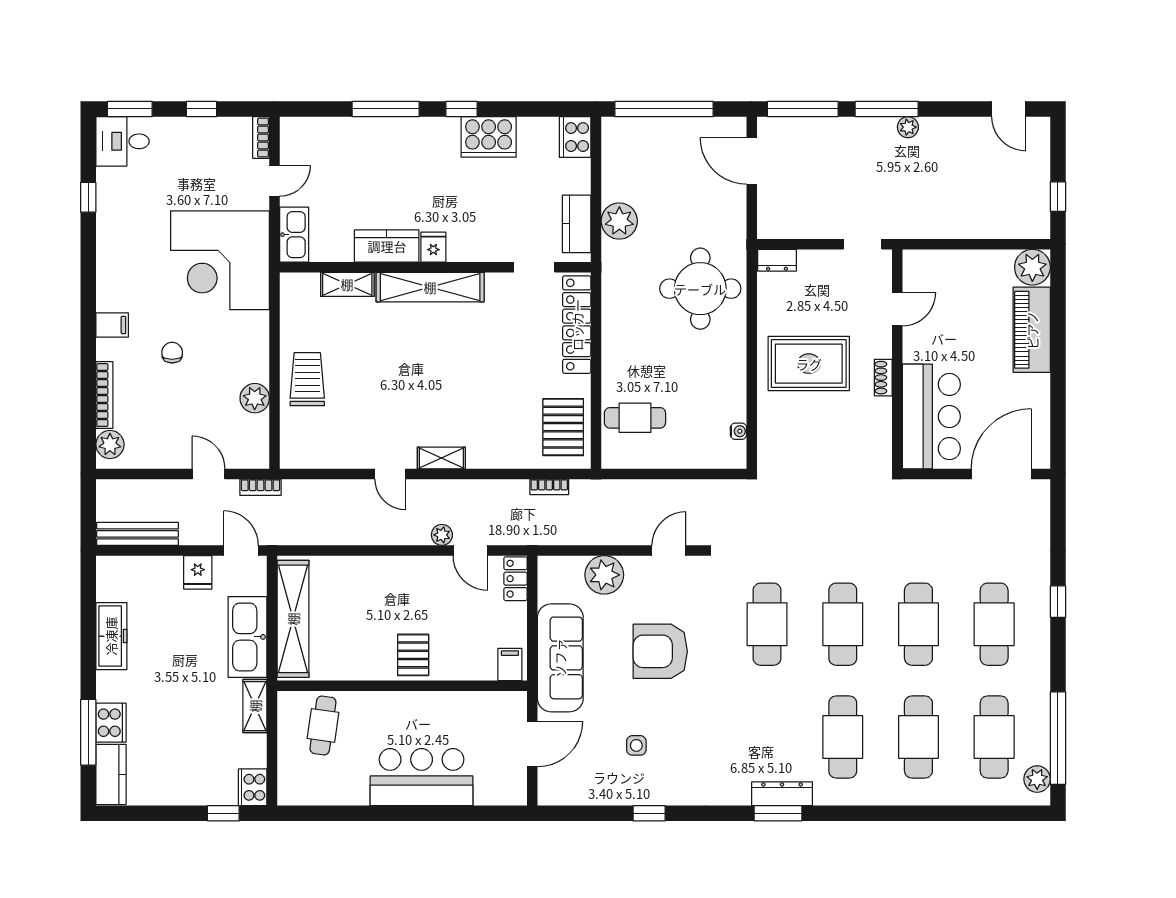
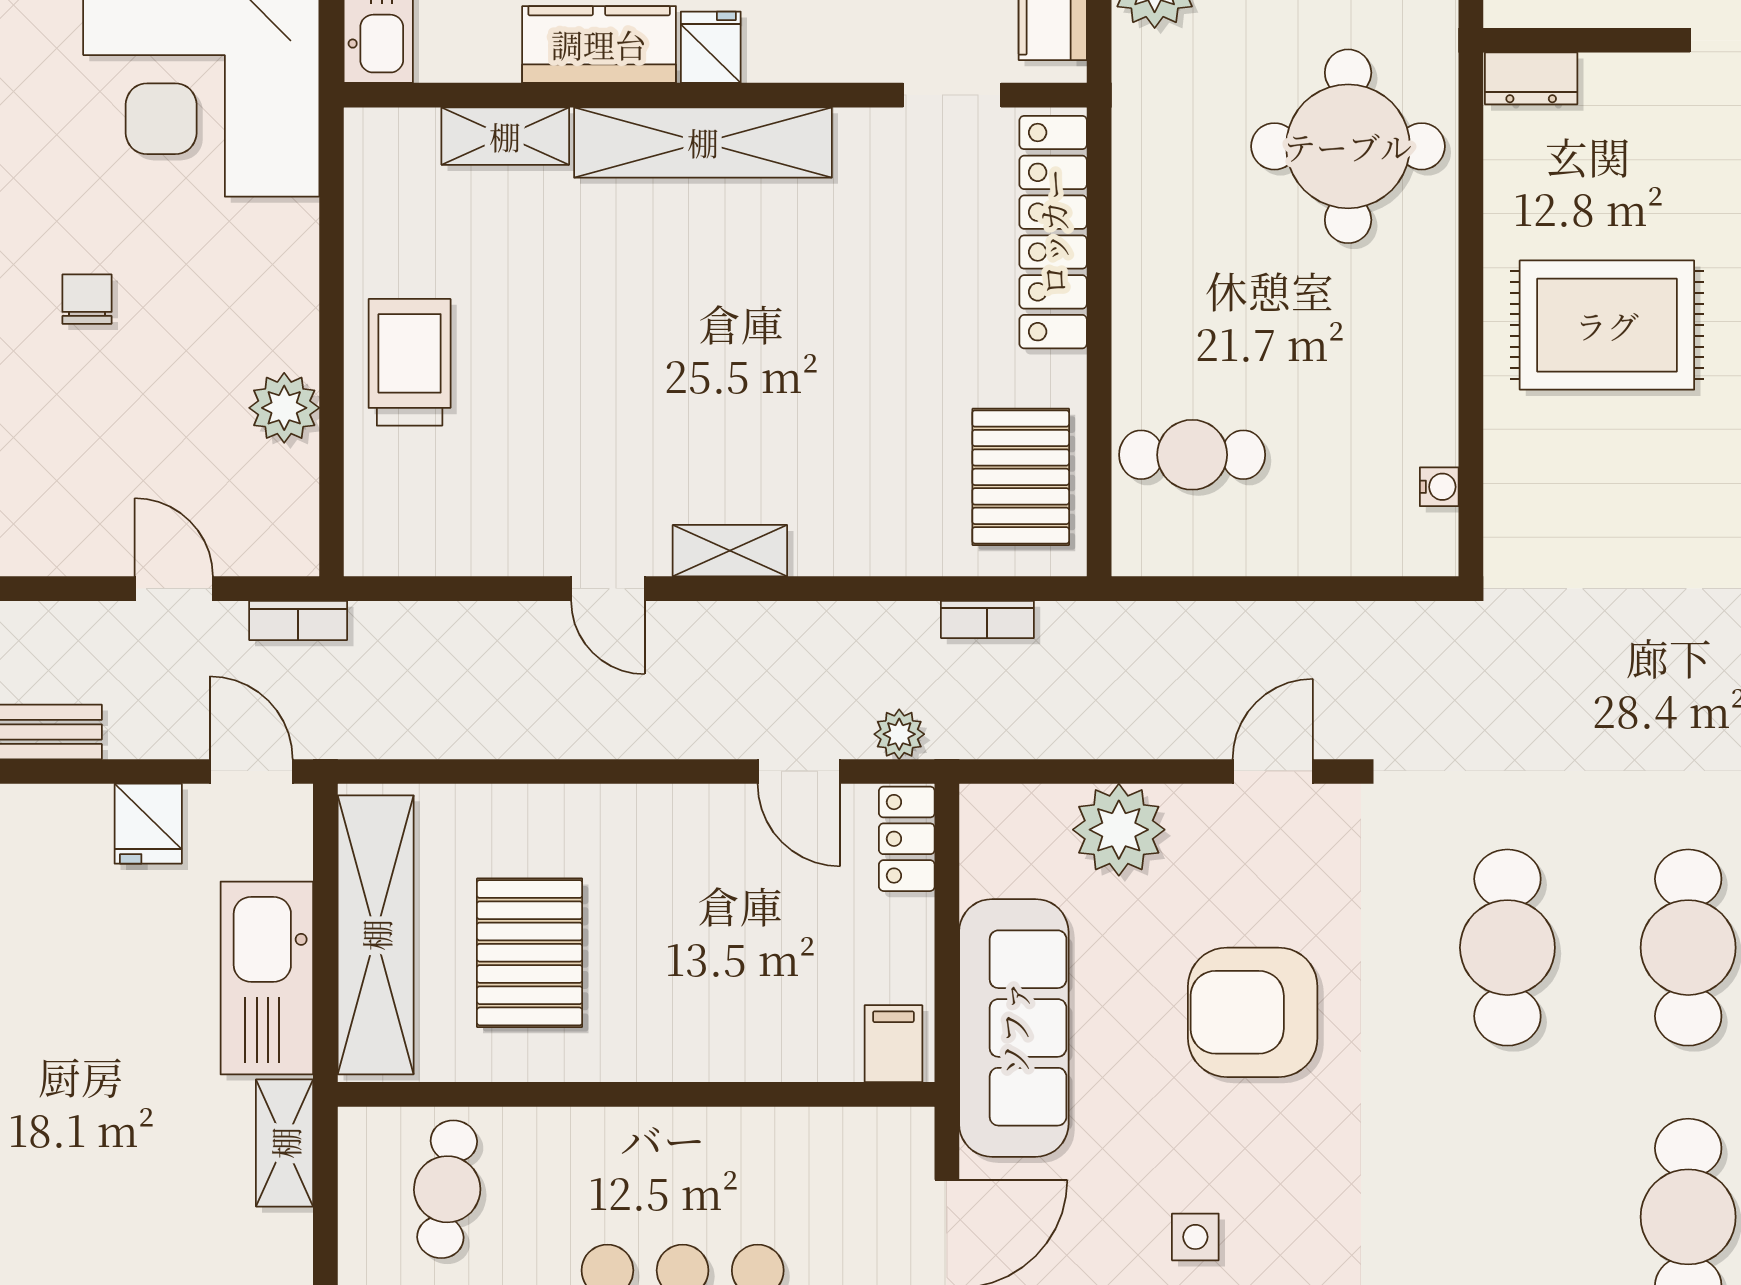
plant: (442, 535) -> (899, 734), moved
pallet: (413, 655) -> (530, 953), moved, width x1.50, depth x1.42

